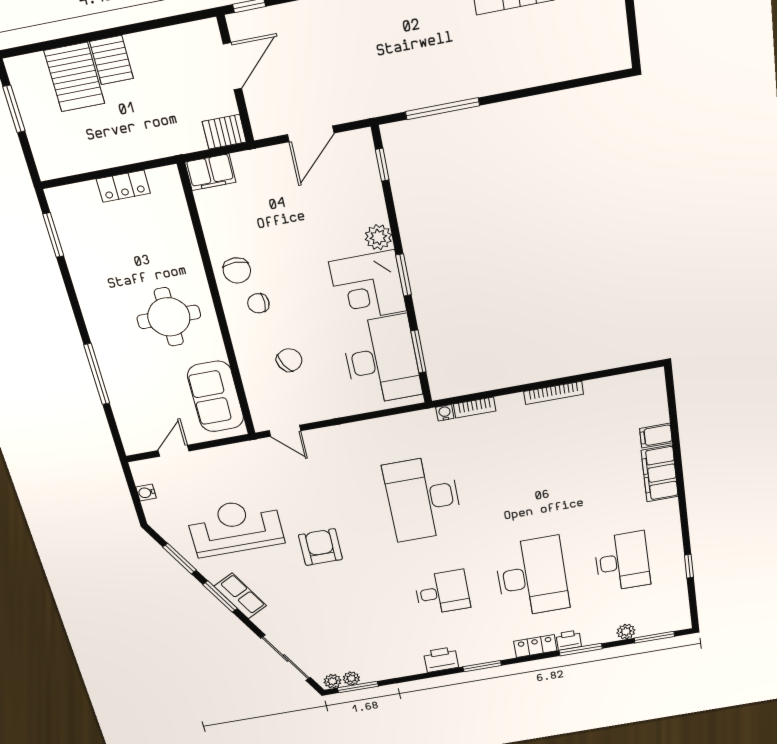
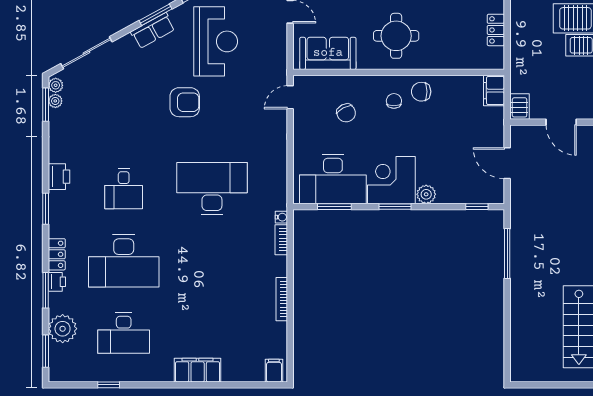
filing cabinet: (656, 436) -> (274, 371), moved
plant: (626, 632) -> (63, 329), width x1.87, depth x1.87

